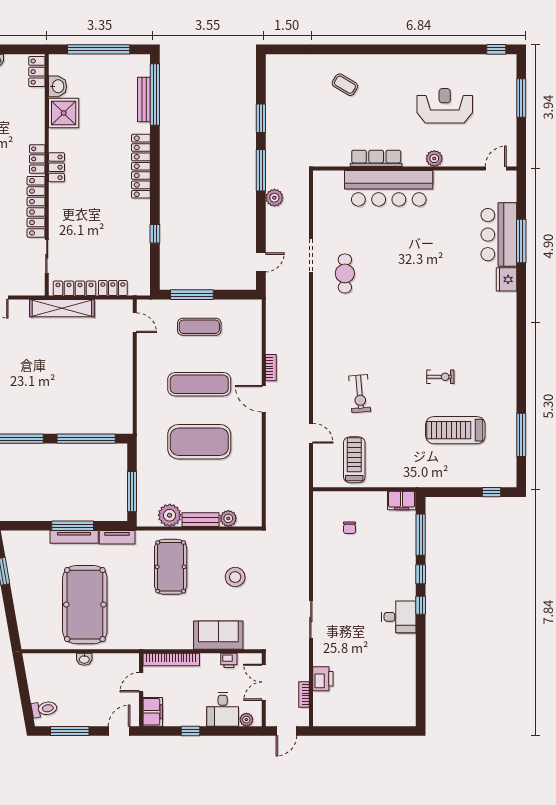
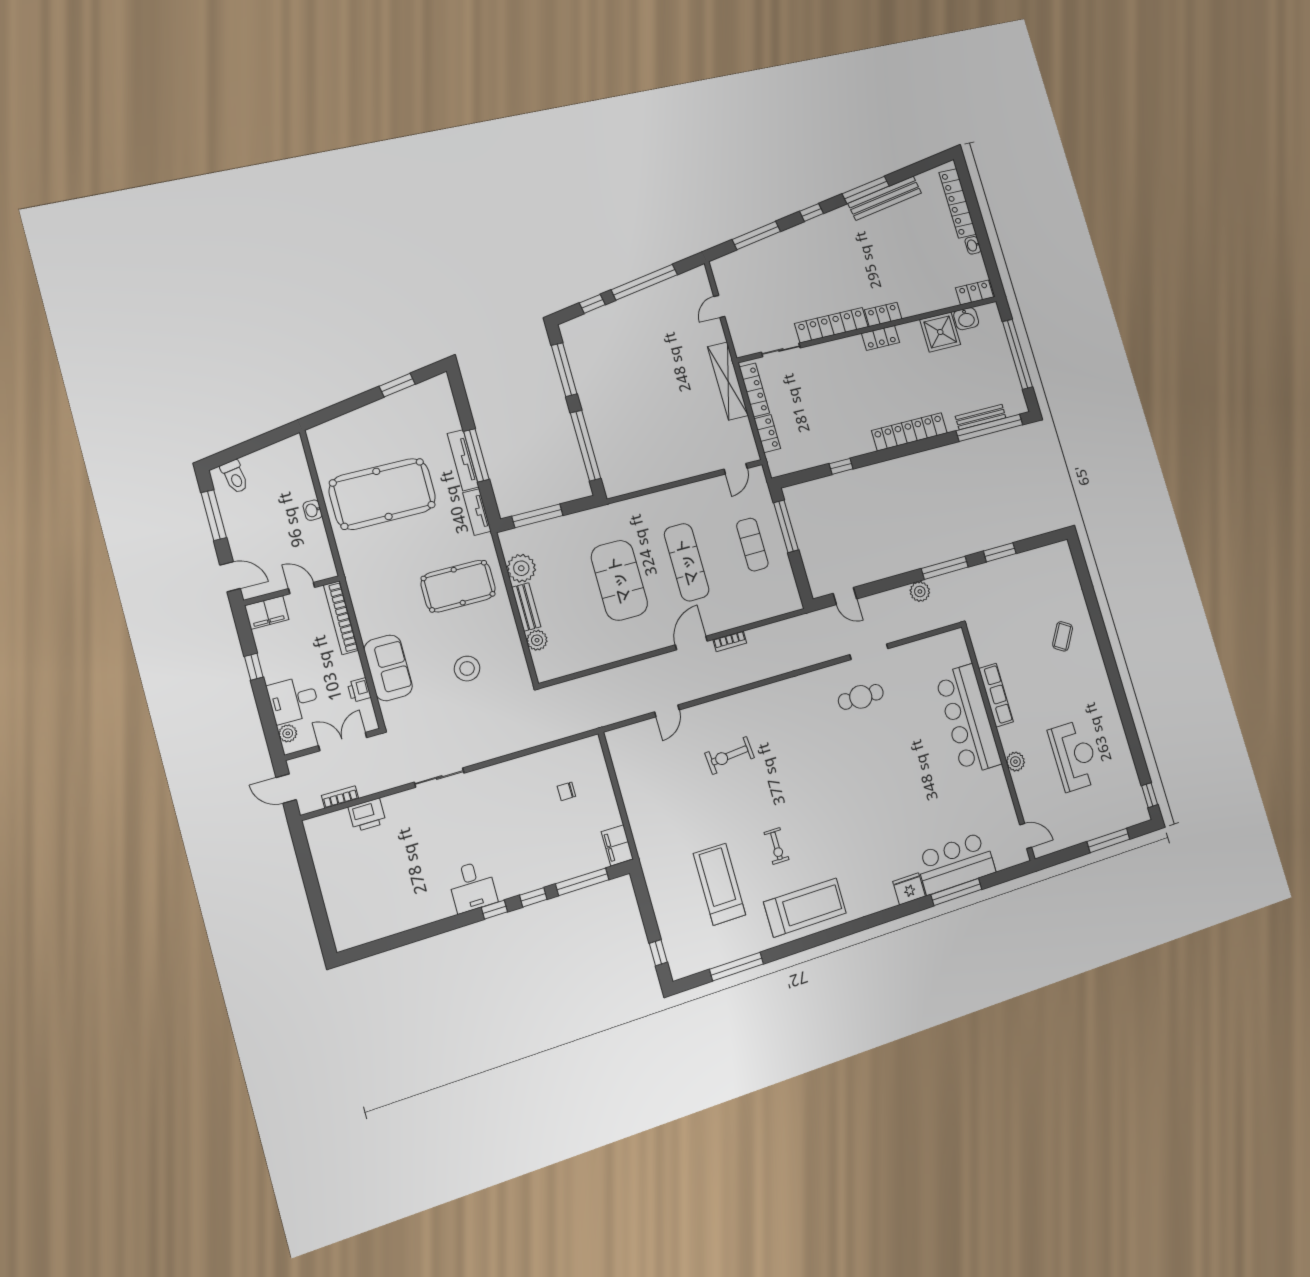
treadmill: (354, 460) -> (805, 908), moved, width x1.37, depth x1.38

